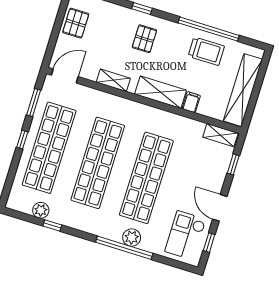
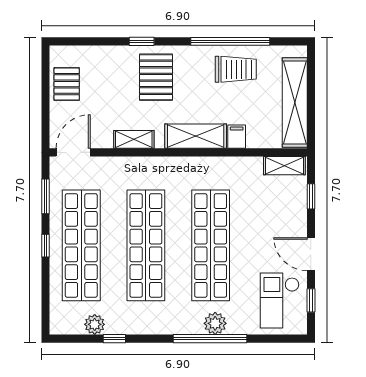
pallet: (144, 39) -> (156, 77), width x1.50, depth x1.42

